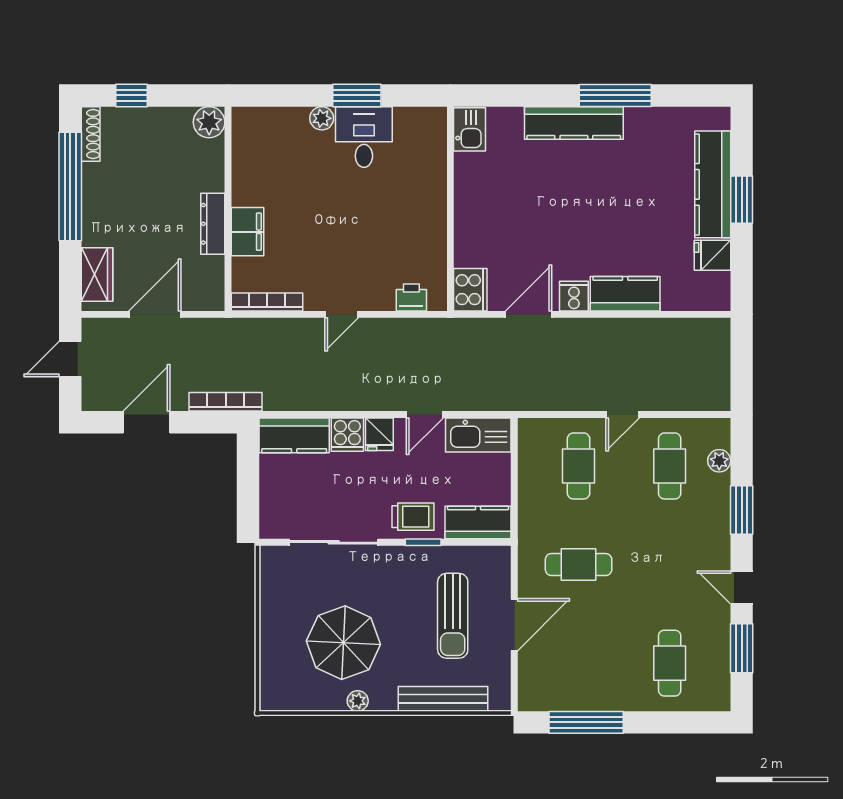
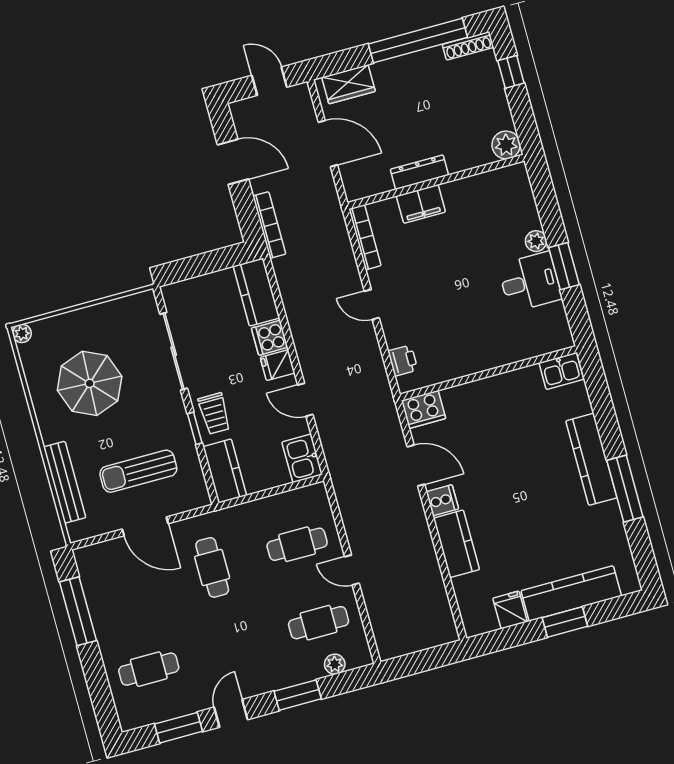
kitchen sink: (478, 435) -> (302, 458), width x0.73
plant: (358, 701) -> (22, 333), moved

